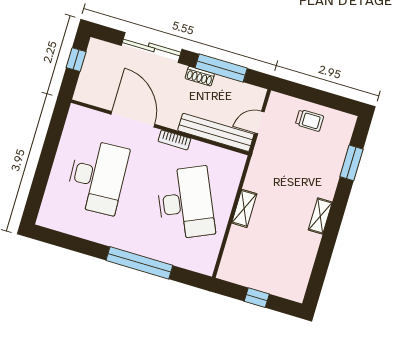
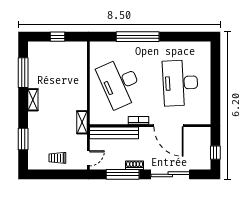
door: (260, 123) -> (88, 158), moved
shelving: (244, 208) -> (82, 122), moved
window: (323, 260) -> (23, 73), added

